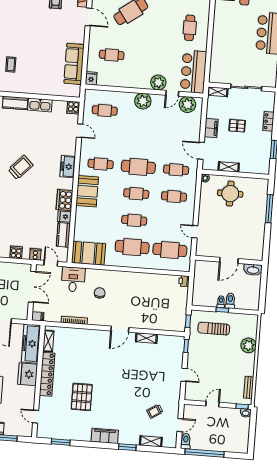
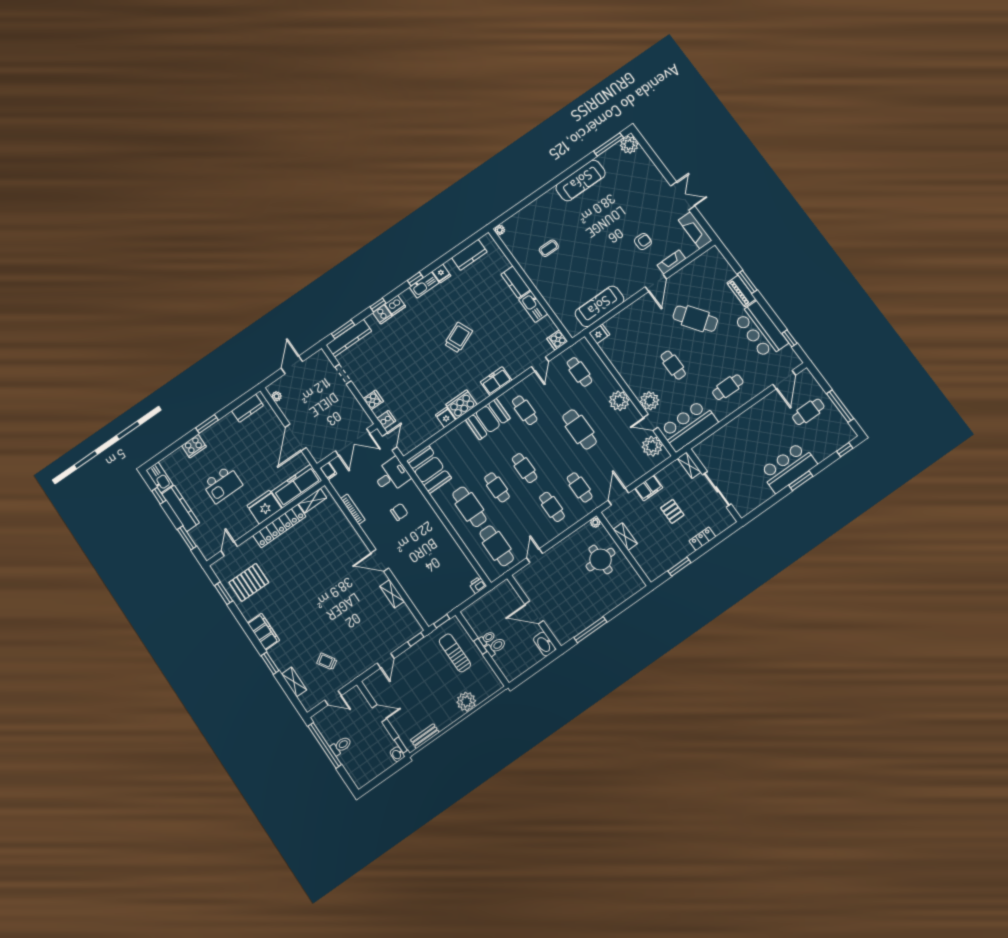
cafe table: (112, 55) -> (673, 365), moved
trolley: (21, 167) -> (458, 338), turned -67
cafe table: (138, 167) -> (580, 429), moved
window: (269, 209) -> (590, 630), moved
kitchen counter: (63, 235) -> (427, 431), removed
pallet: (82, 397) -> (249, 582), moved
toilet: (186, 441) -> (341, 746), moved

